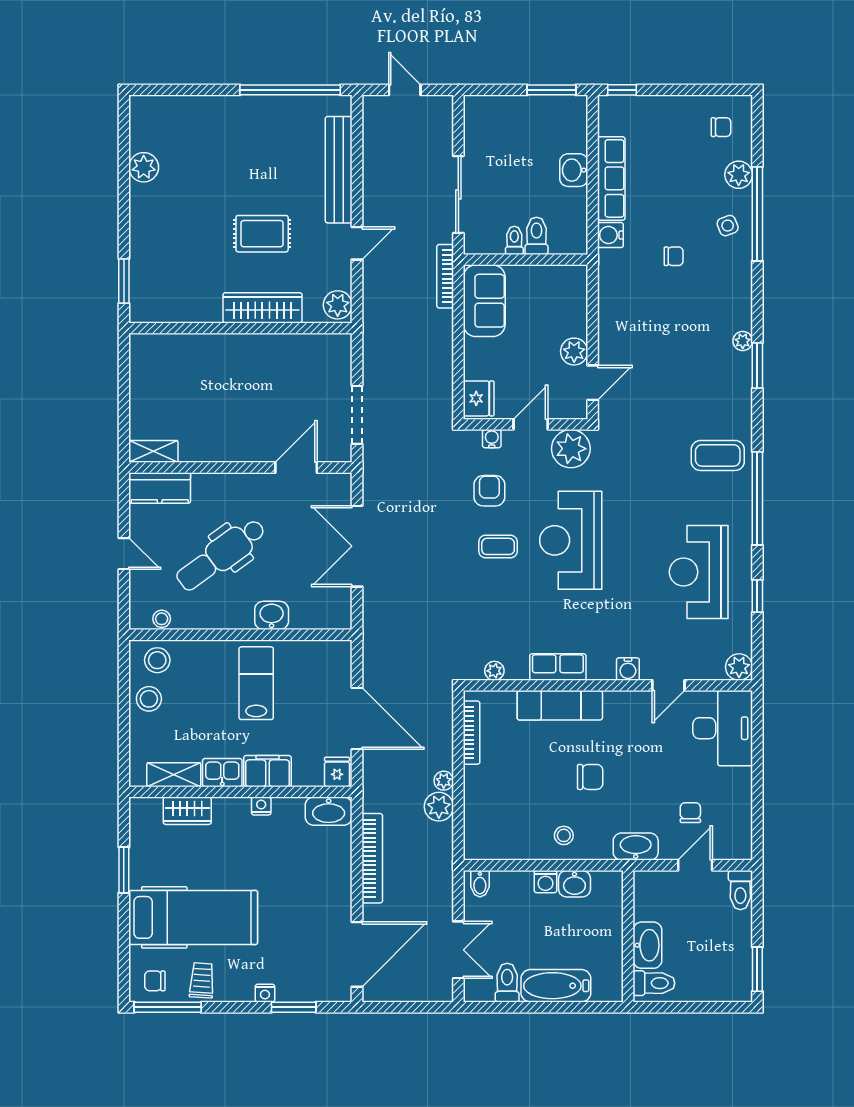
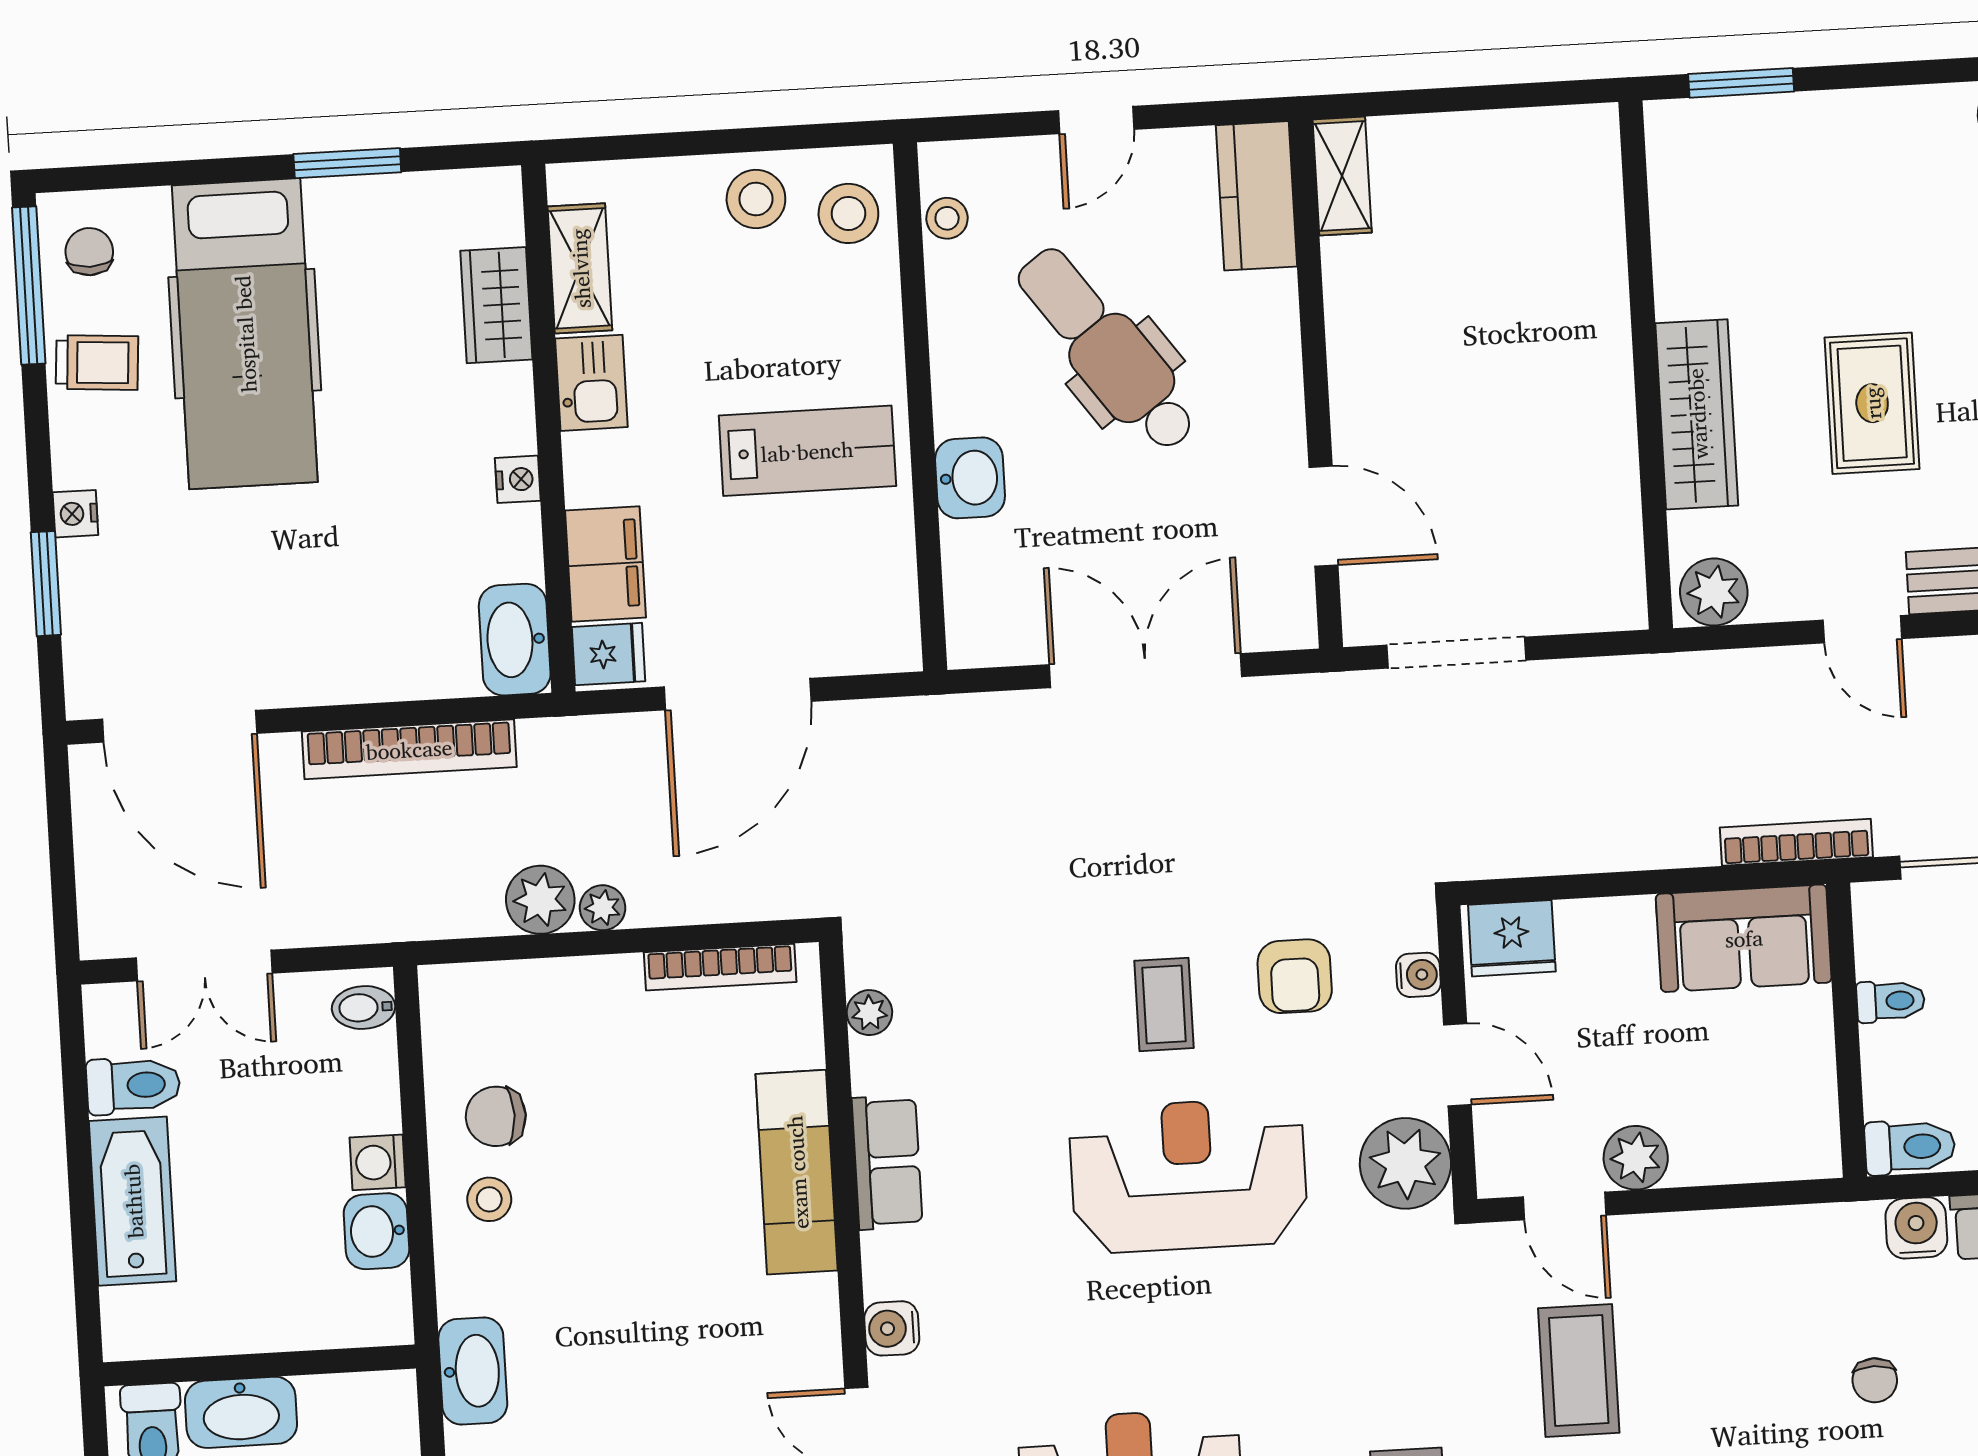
toilet: (536, 236) -> (1910, 1147), moved
coffee table: (662, 381) -> (1579, 1370), added
armchair: (489, 491) -> (1295, 976), turned 90
filing cabinet: (267, 771) -> (606, 564), moved
chair: (590, 777) -> (496, 1116), moved, turned 90

